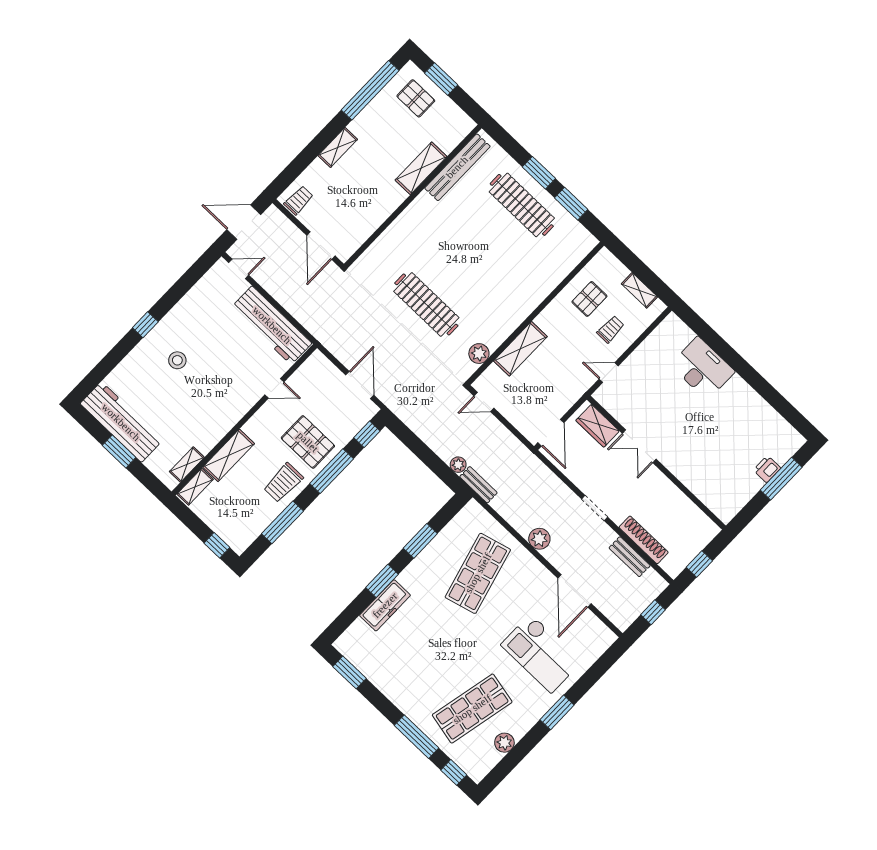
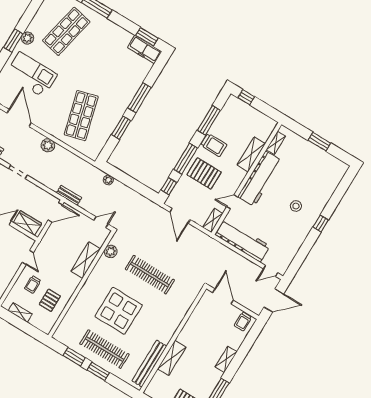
display table: (487, 259) -> (119, 311), added
door: (609, 372) -> (28, 257), hinge flipped
workbench: (121, 422) -> (260, 179), moved, turned -90
door: (551, 433) -> (55, 212), swing flipped
trolley: (283, 483) -> (214, 145), turned 90
bench: (478, 485) -> (69, 195), moved
shelving: (195, 487) -> (213, 220), moved
window: (382, 581) -> (139, 98), width x1.44
freezer: (385, 605) -> (145, 49), moved, turned -90
plant: (504, 743) -> (27, 38), moved

